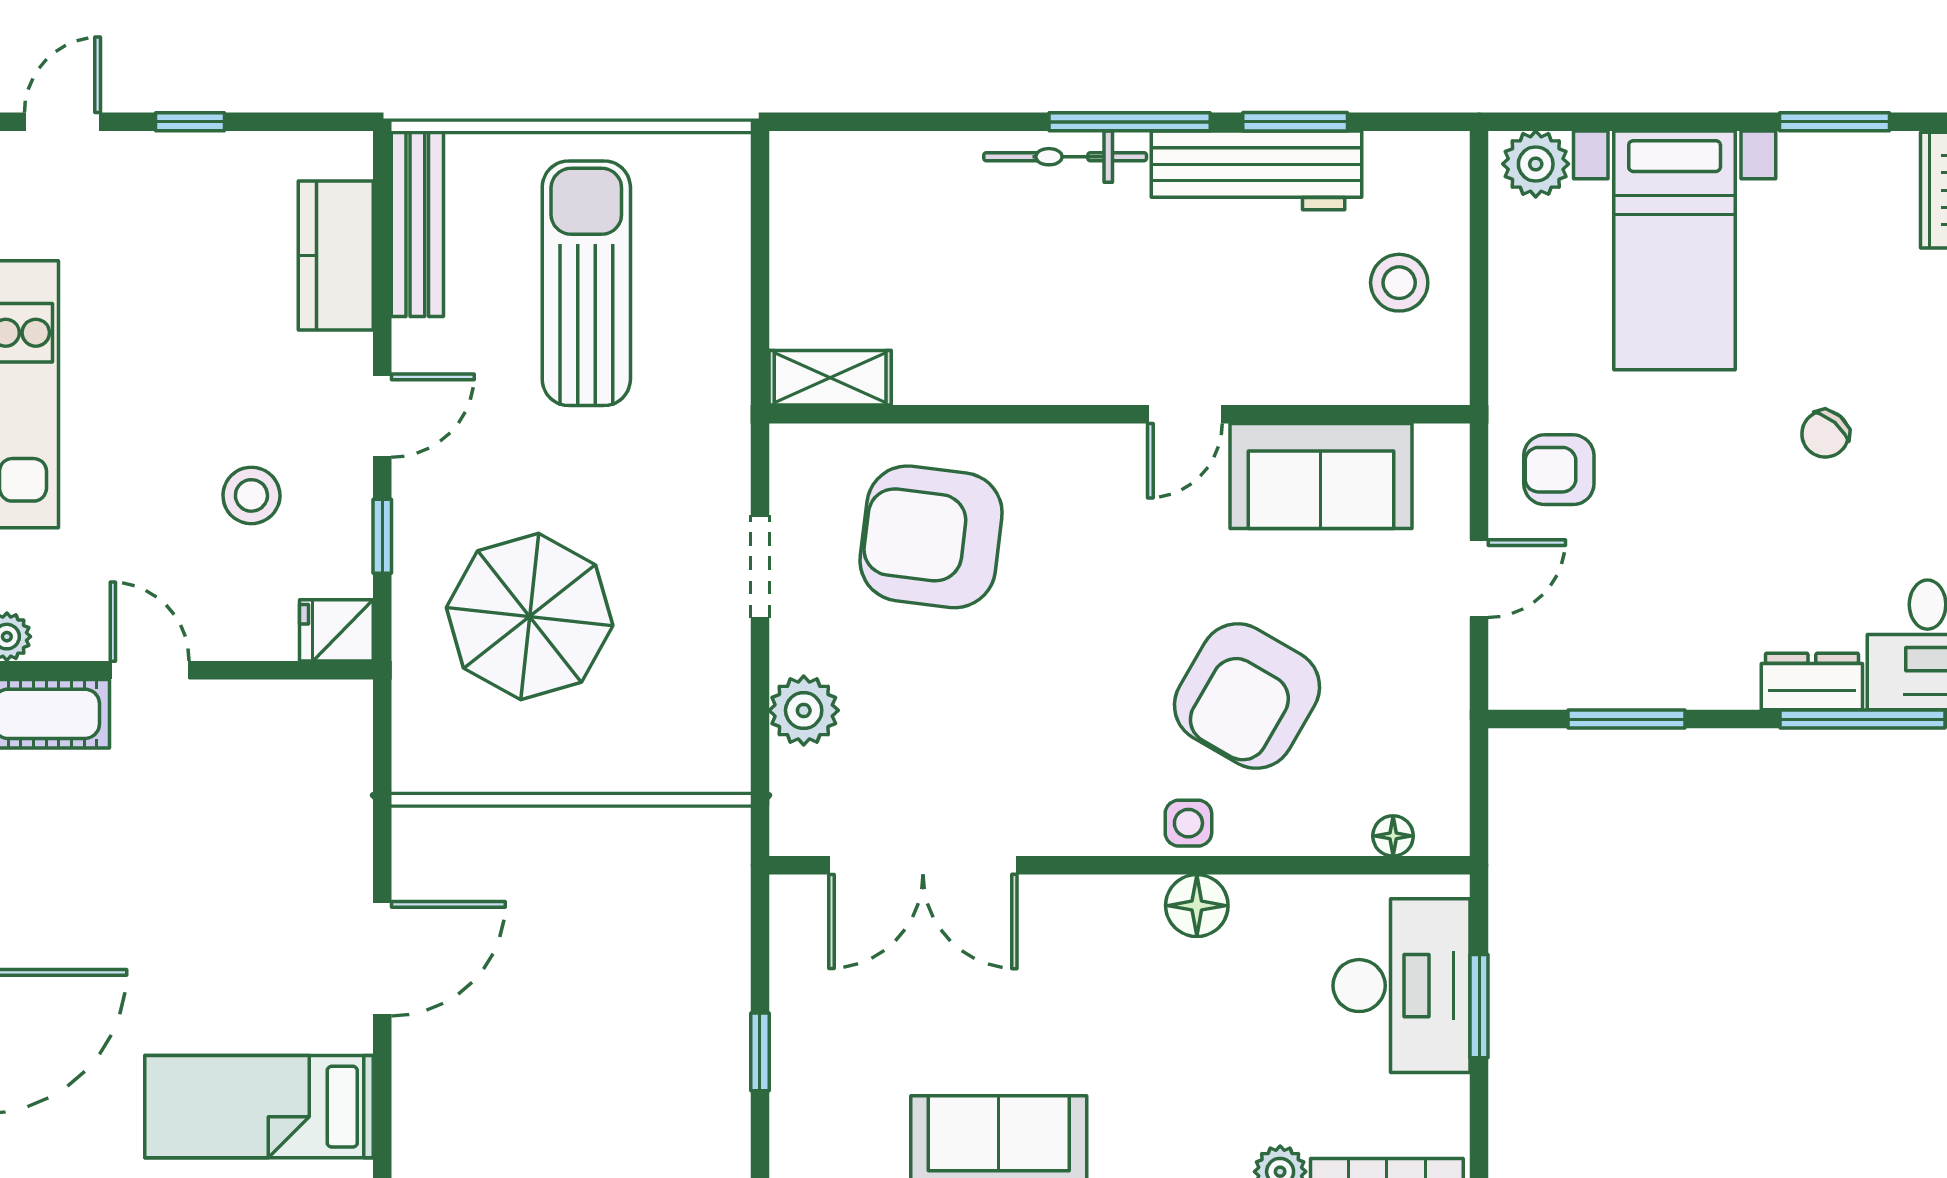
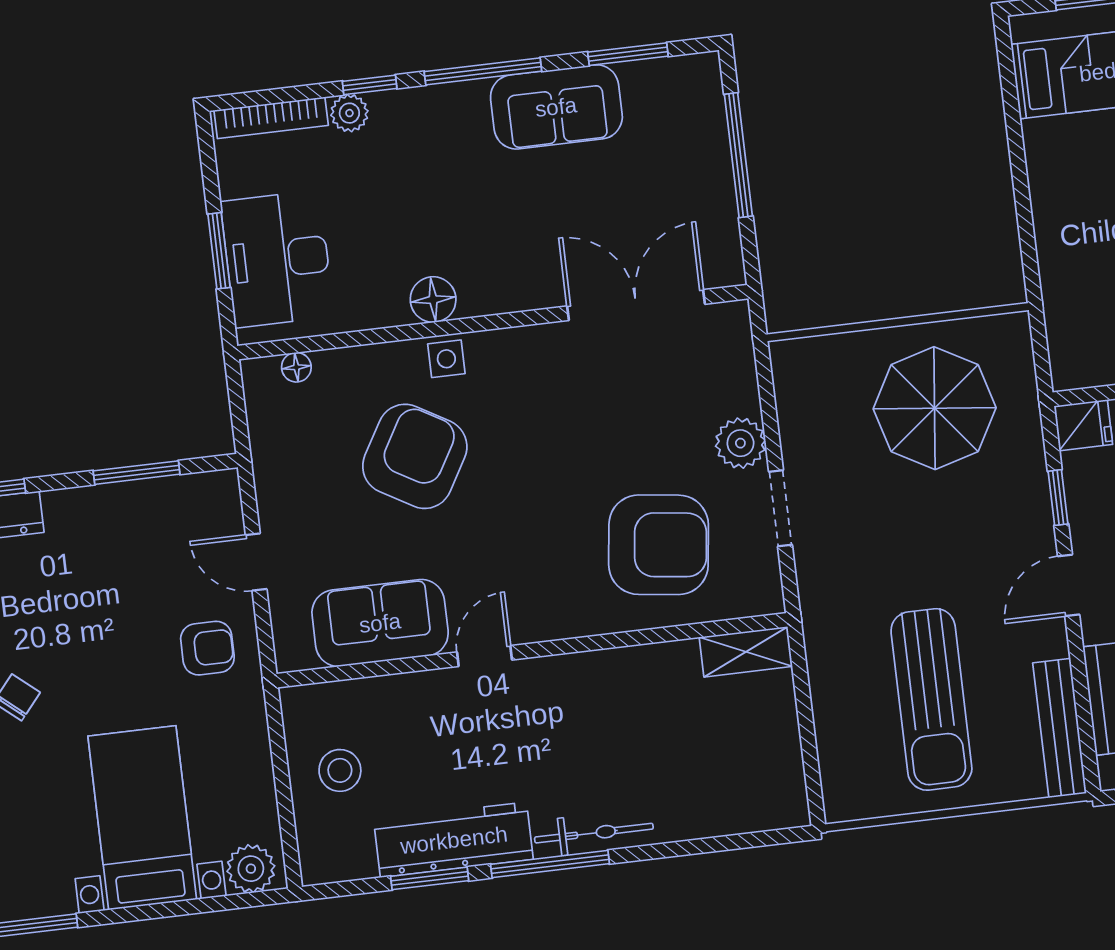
door: (1479, 579) -> (256, 562), hinge flipped
parasol: (530, 616) -> (935, 408), moved
plant: (804, 710) -> (740, 443), moved
door: (382, 959) -> (1021, 190), removed
window: (760, 1052) -> (738, 155), width x2.17

